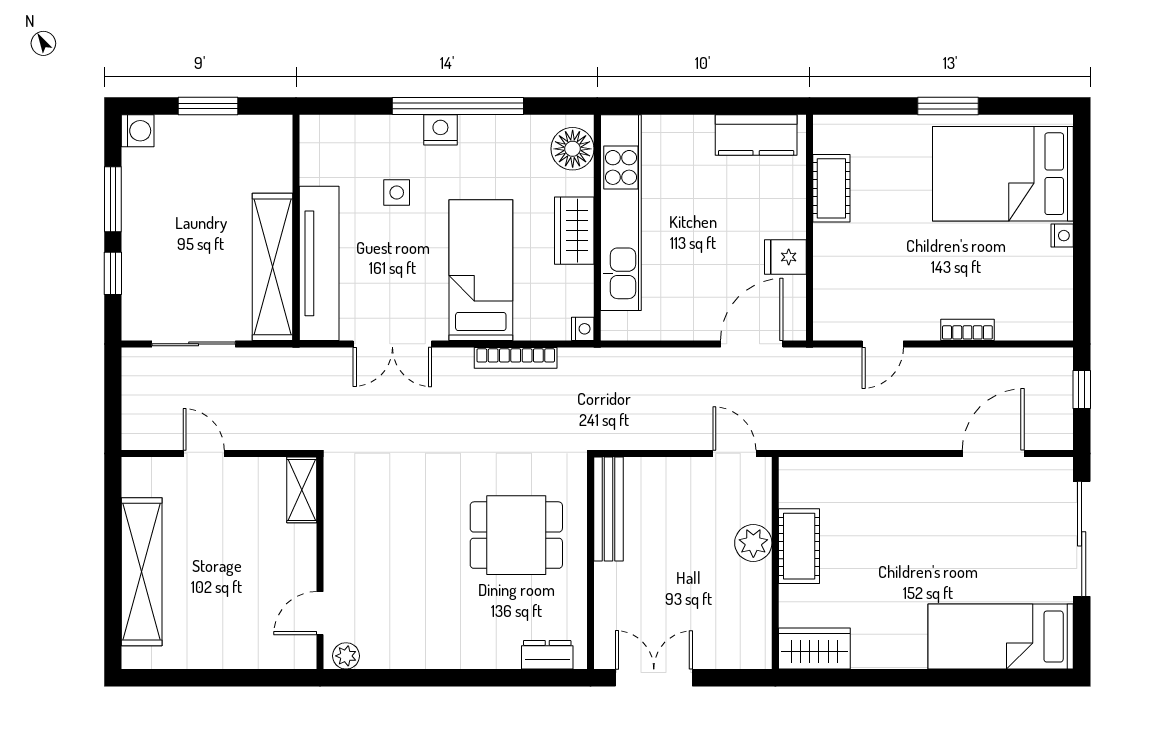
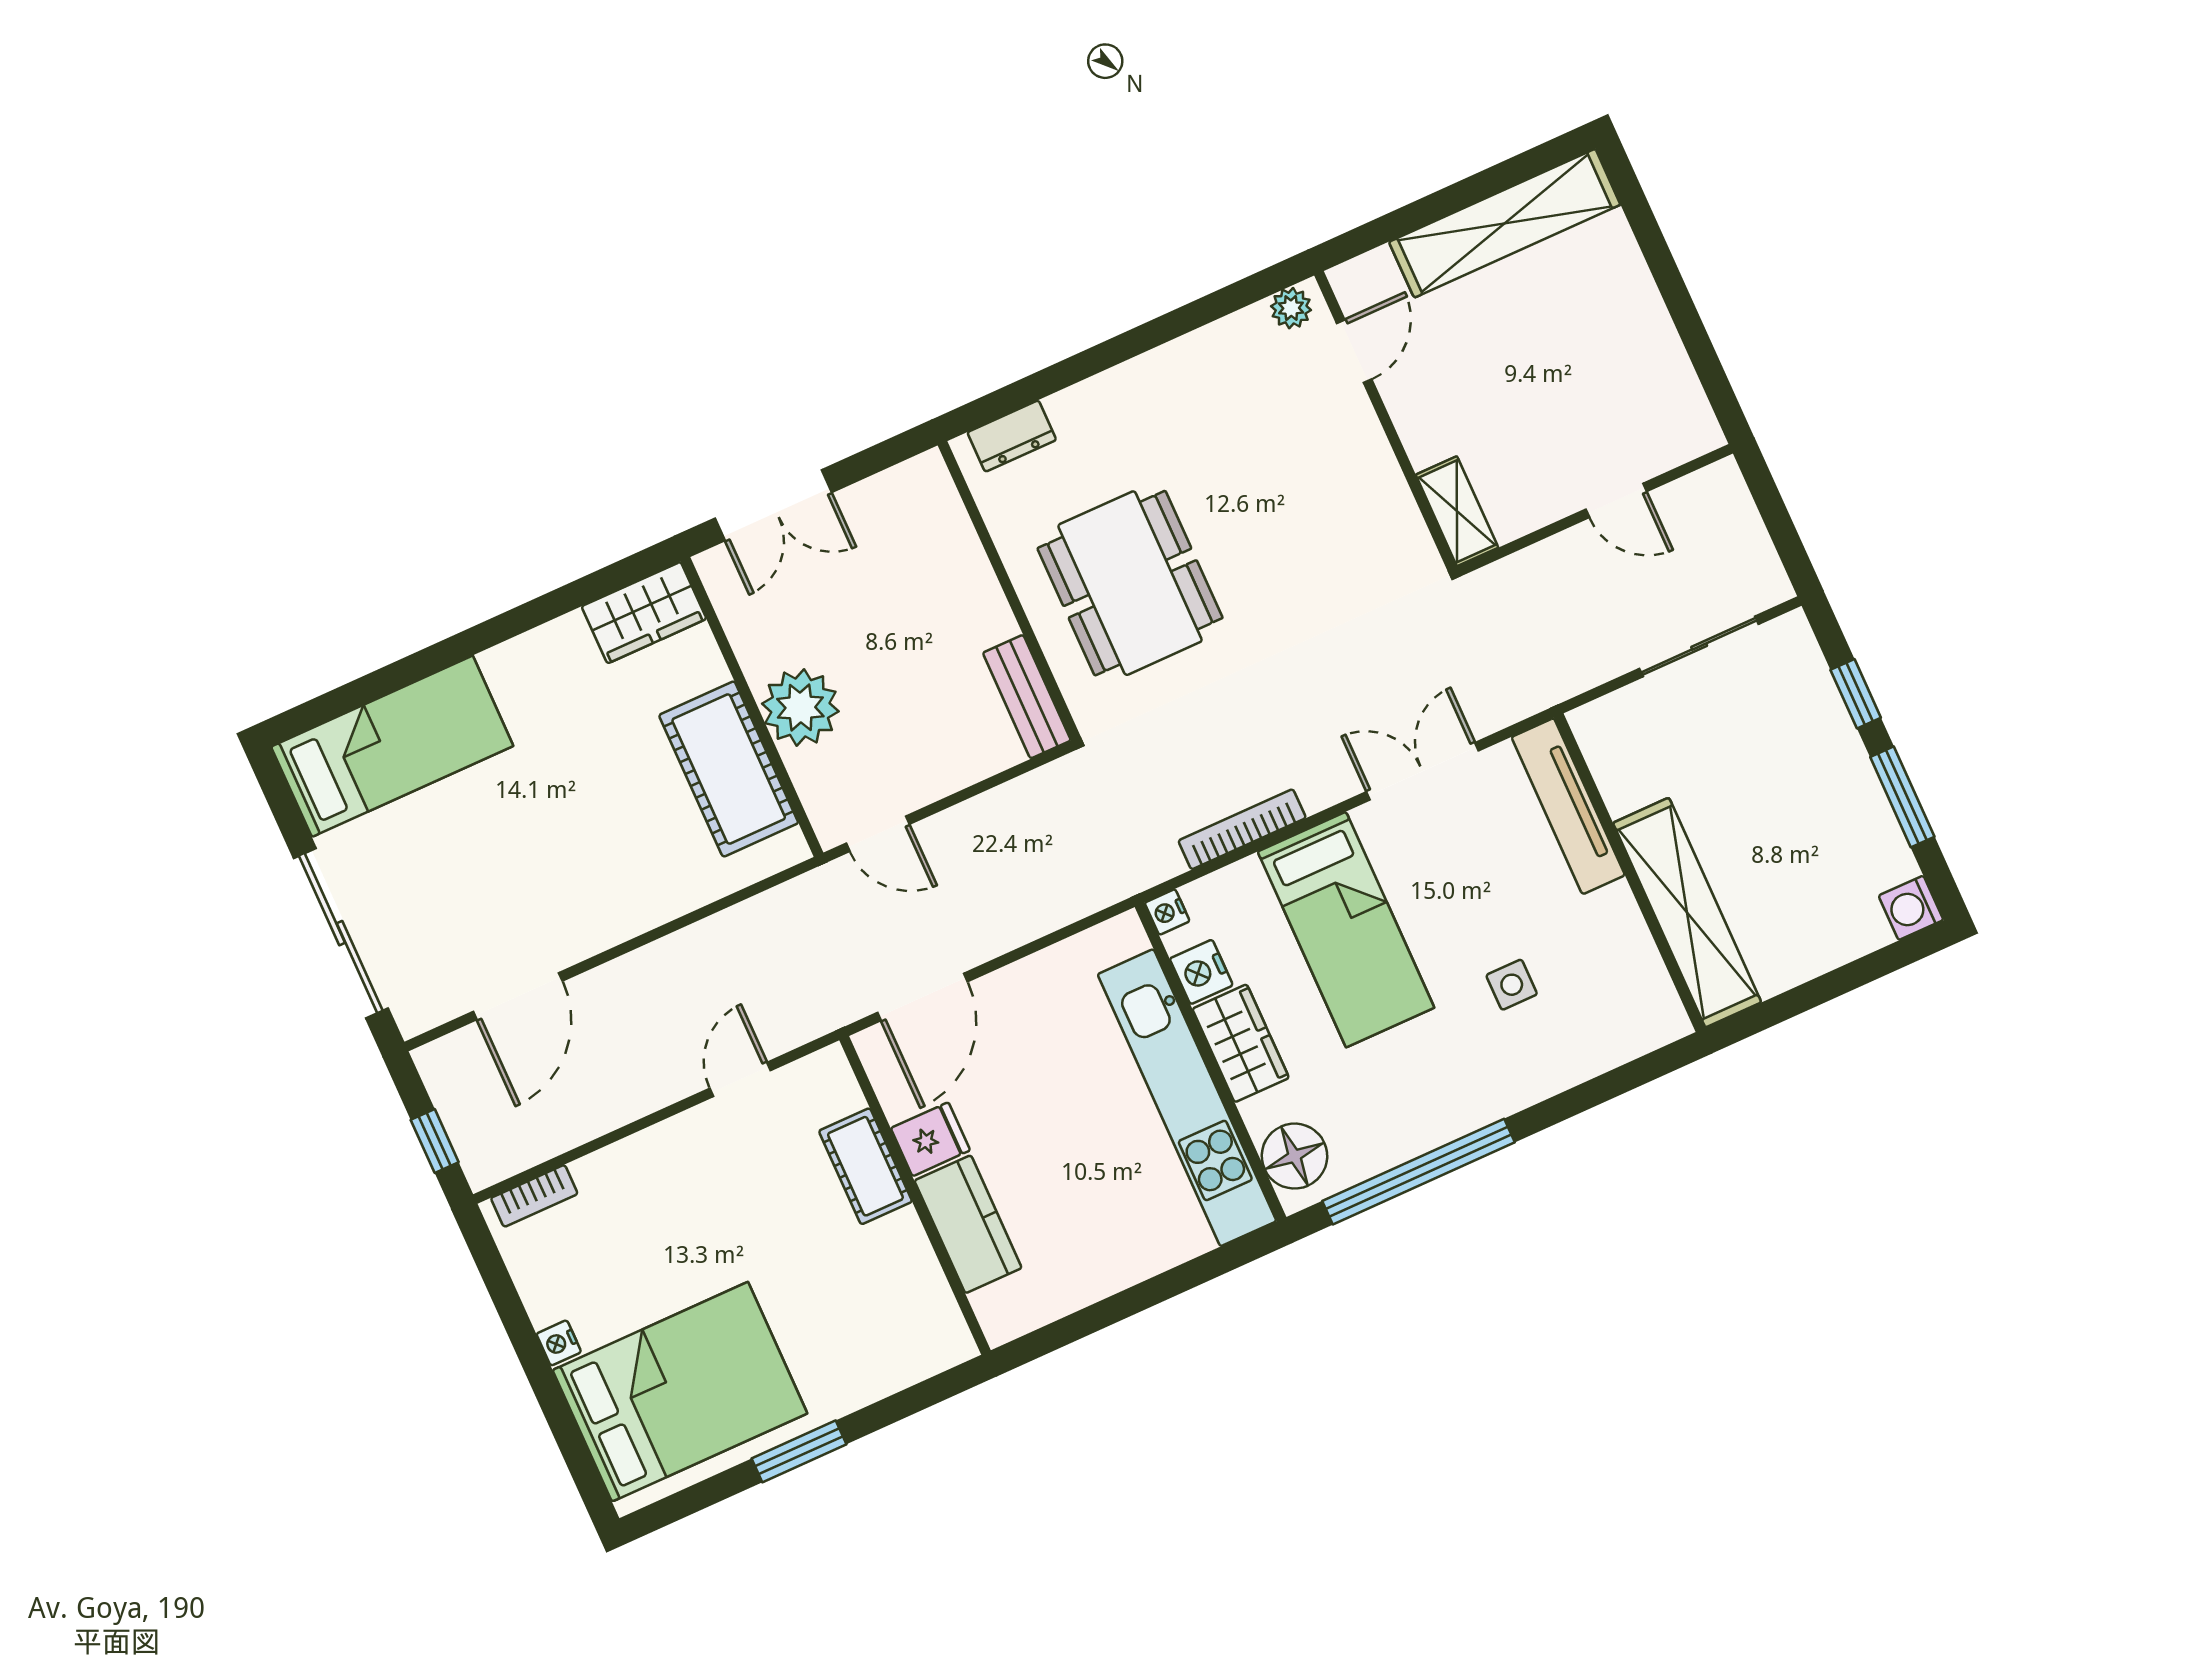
window: (208, 106) -> (1829, 986), removed
window: (458, 106) -> (1418, 1172), moved
nightstand: (440, 130) -> (1201, 972), moved, turned 90
kitchen counter: (756, 135) -> (968, 1224), moved, turned 90
cot: (831, 188) -> (865, 1166), moved
tv unit: (319, 263) -> (1568, 806), width x0.73, depth x0.78
shelving: (273, 267) -> (1687, 913), moved
bookcase: (967, 330) -> (534, 1196), moved
bench: (608, 509) -> (1027, 697), width x0.73
dining table: (516, 535) -> (1130, 583), width x1.38
plant: (753, 543) -> (800, 708), width x1.36, depth x1.36
cot: (799, 546) -> (729, 769), width x1.37, depth x1.34
shelving: (142, 572) -> (1505, 223), moved, turned 90
double door: (654, 678) -> (773, 505), moved

